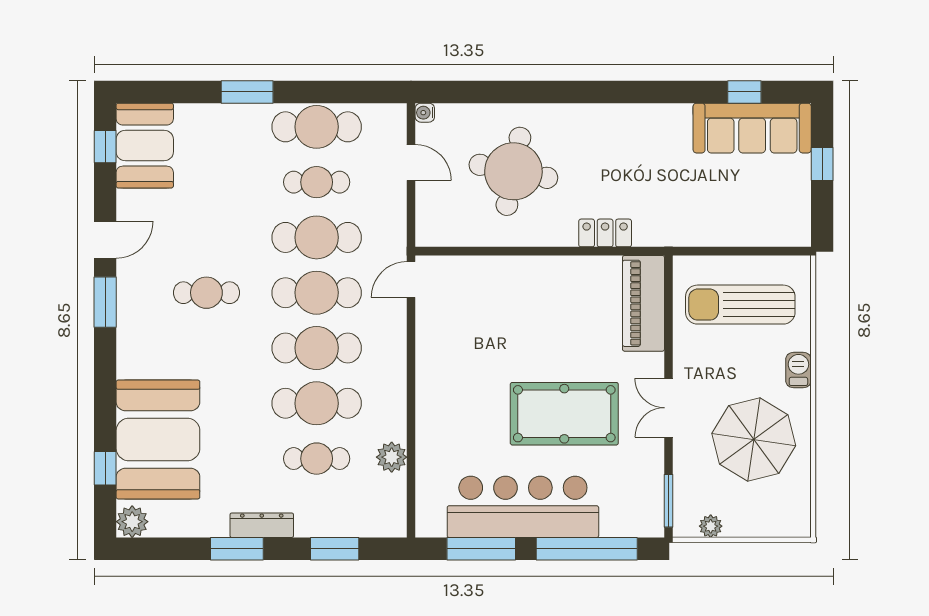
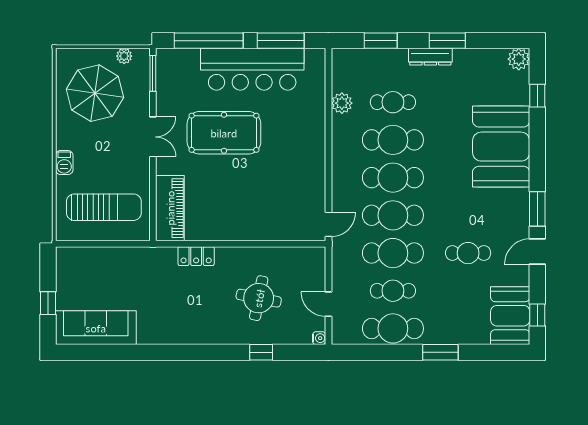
window: (744, 92) -> (261, 352), moved
round table: (513, 171) -> (259, 298), width x0.73, depth x0.73
cafe table: (206, 293) -> (468, 253), moved
booth: (158, 439) -> (501, 147), moved
parasol: (754, 439) -> (95, 93), moved

